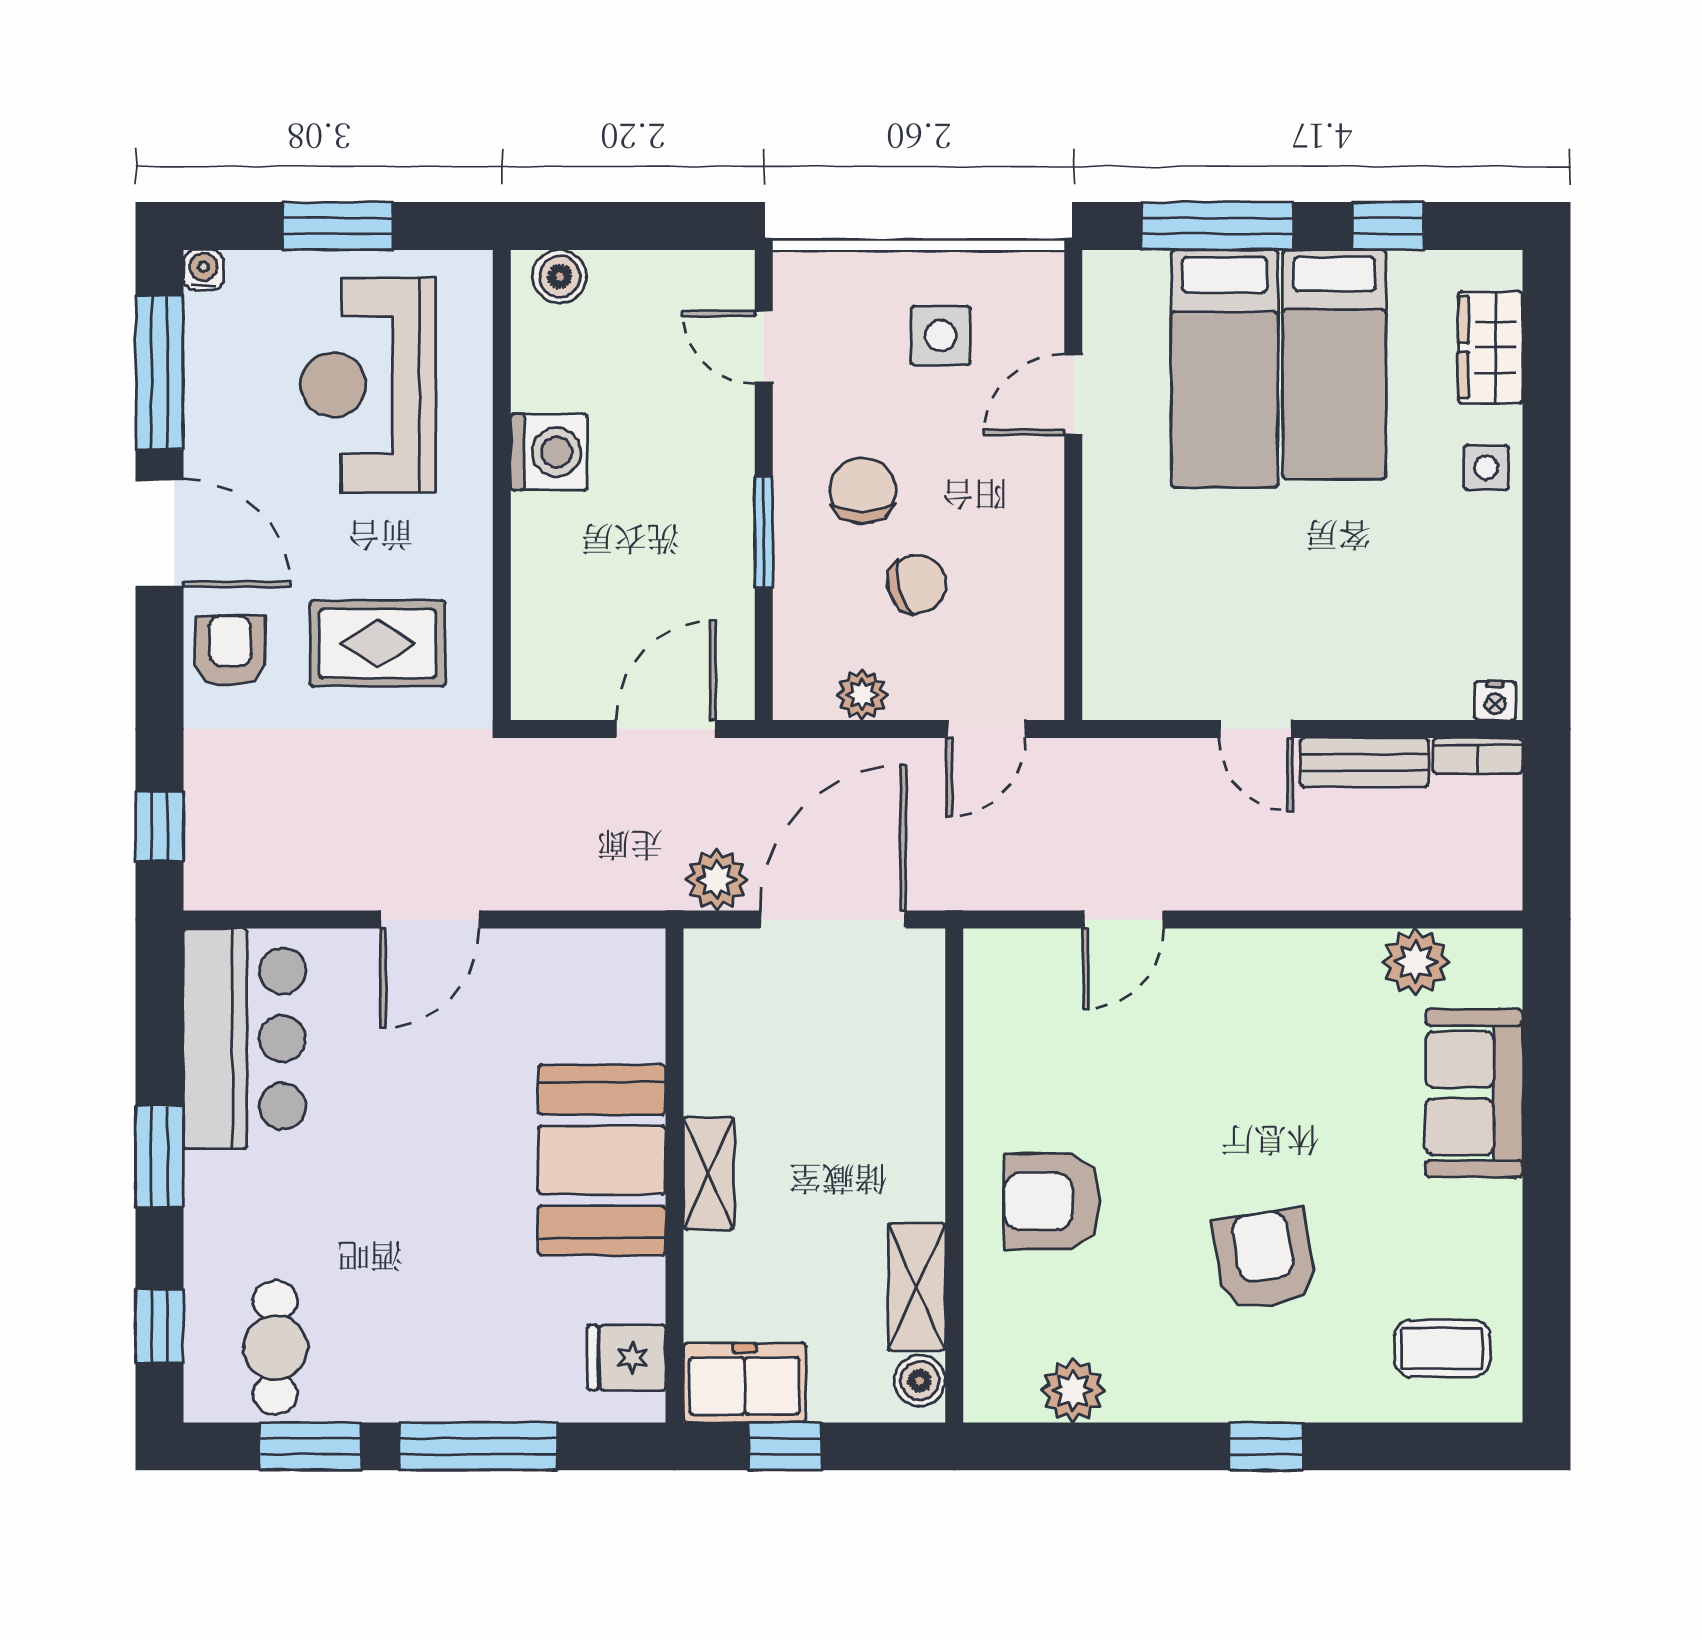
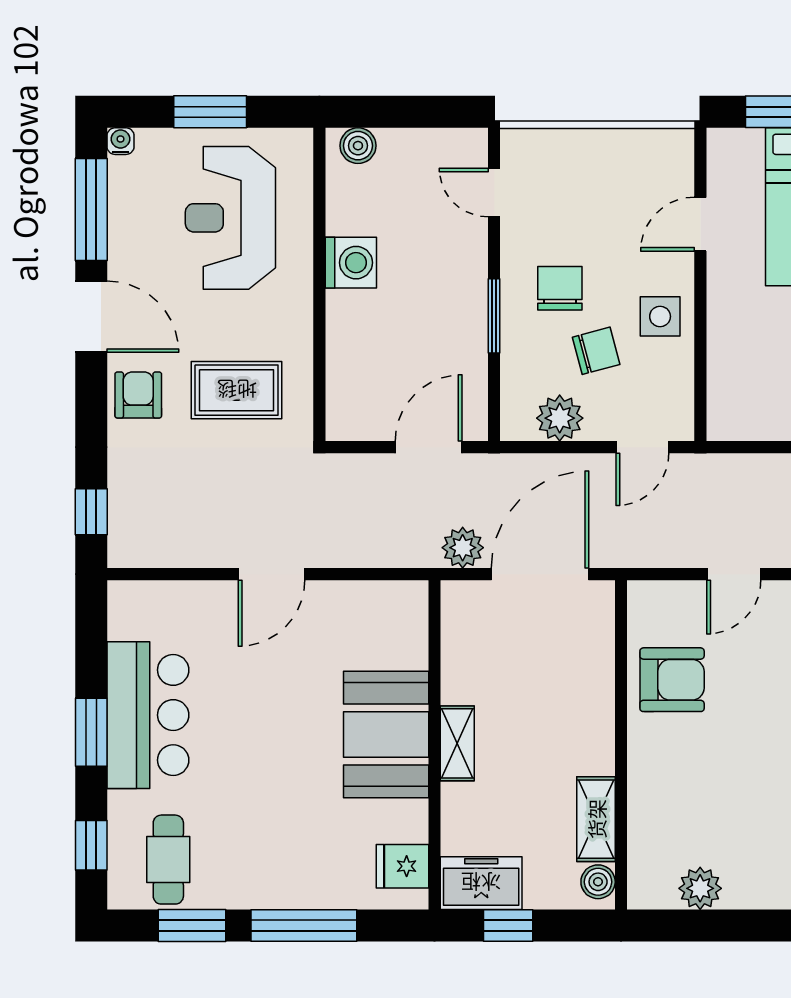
side table: (941, 336) -> (660, 316), moved
plant: (862, 695) -> (560, 418), width x1.38, depth x1.38
bar counter: (245, 1039) -> (148, 715), moved
armchair: (1052, 1201) -> (672, 680), moved, turned 180

